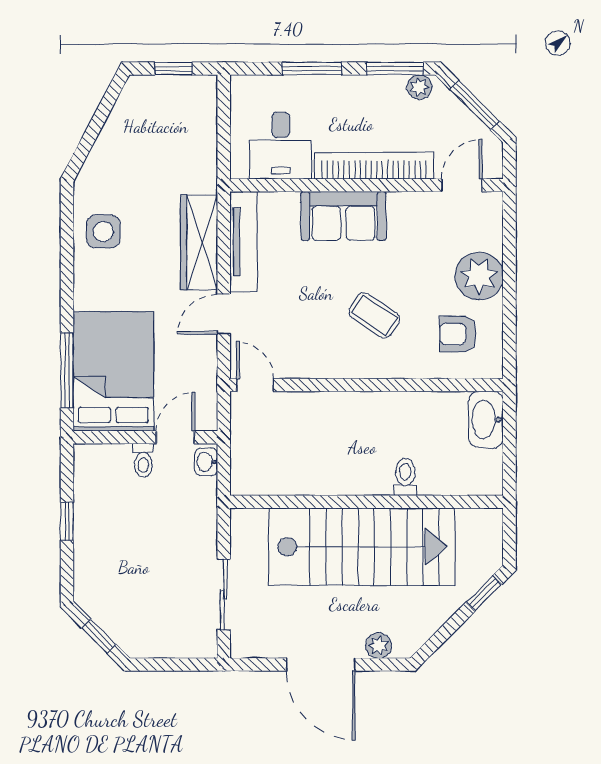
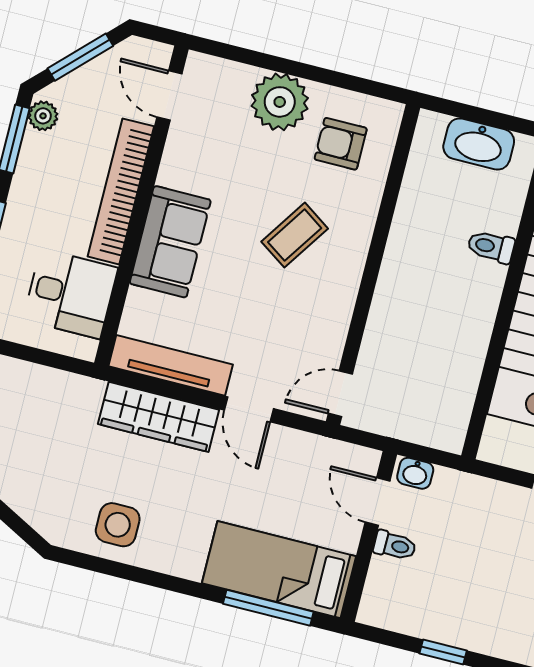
armchair: (458, 334) -> (341, 144), turned 90
bed: (113, 371) -> (279, 570), width x0.67
washbasin: (486, 419) -> (479, 144), moved

